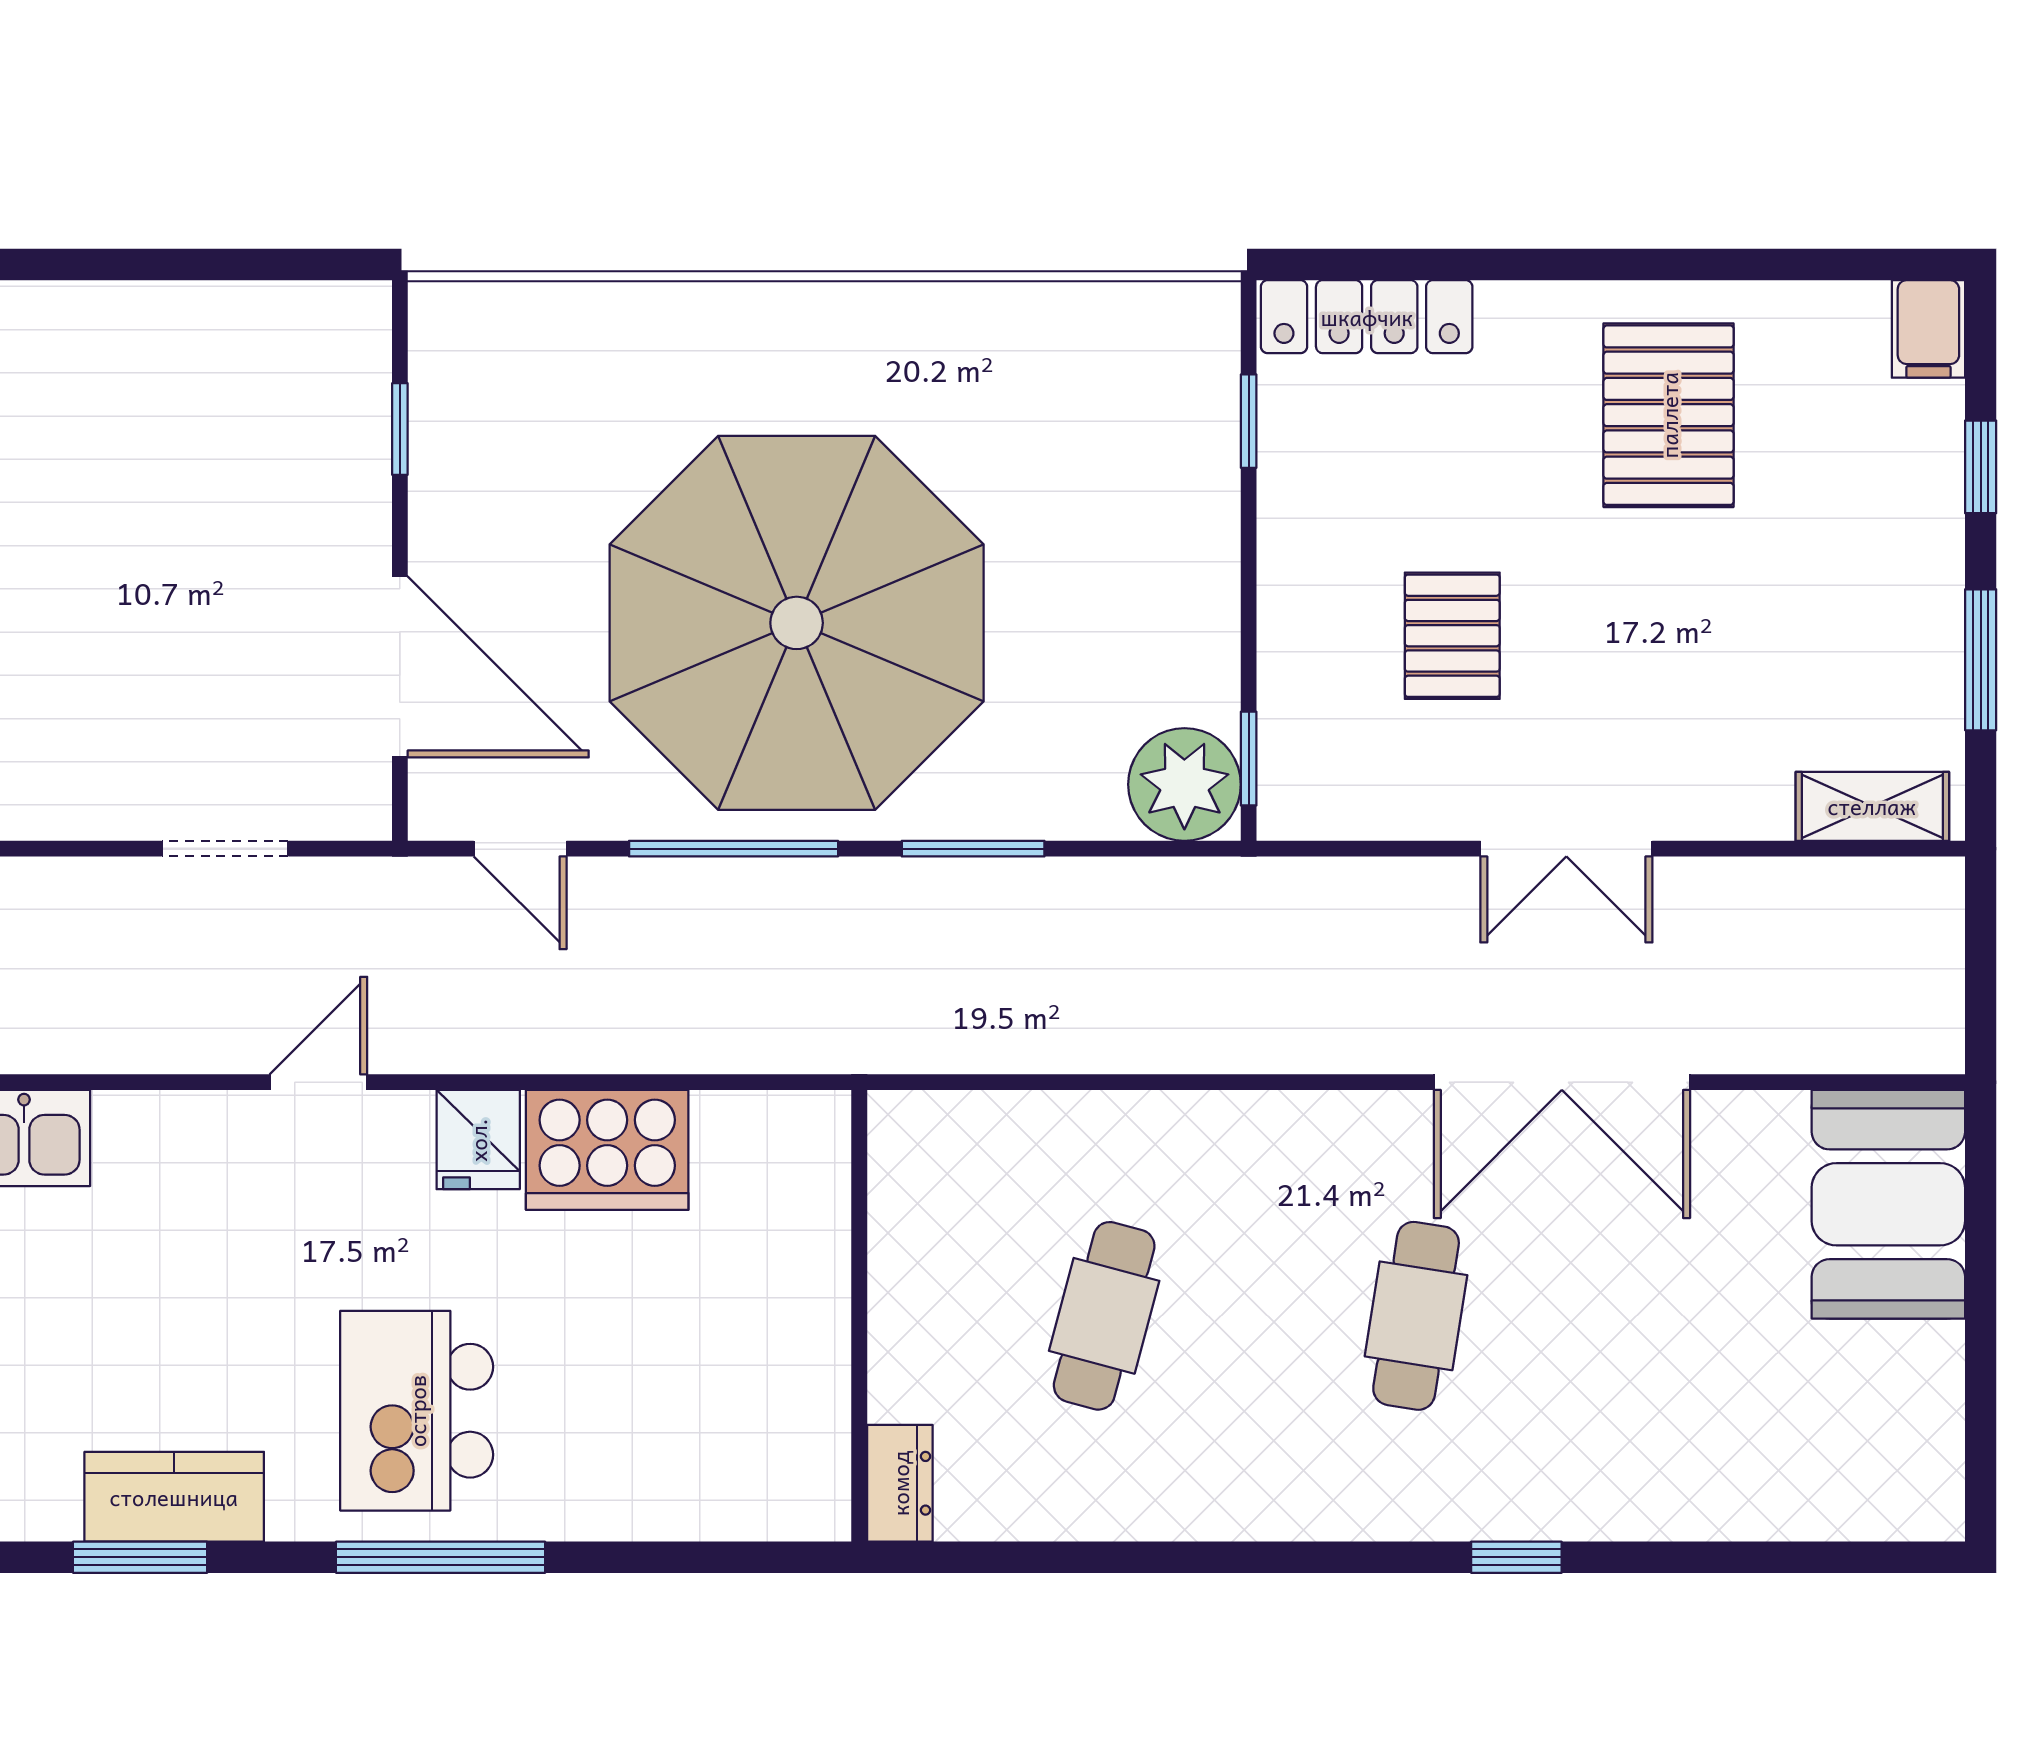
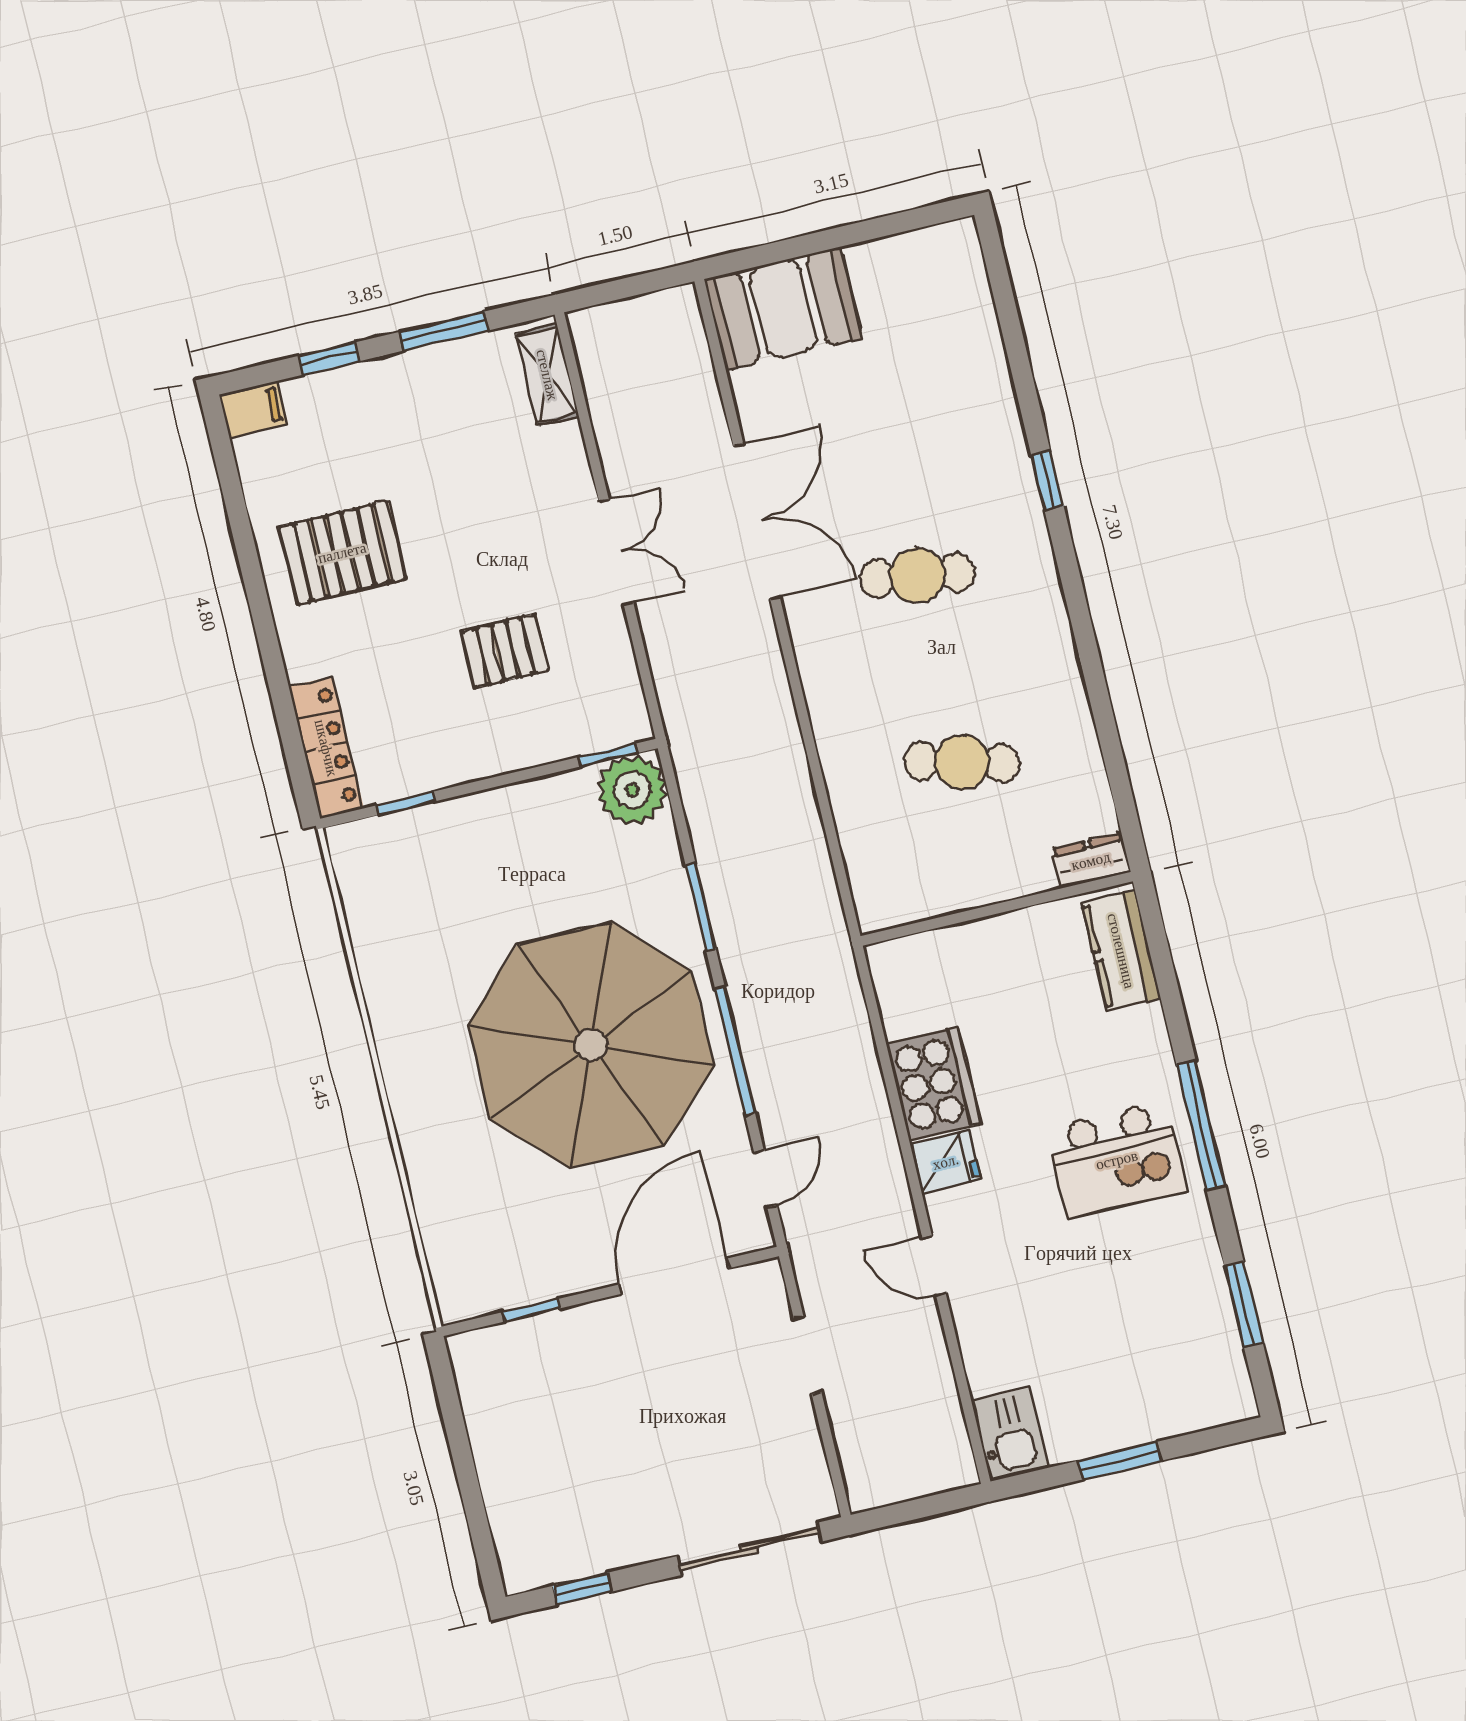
kitchen counter: (174, 1497) -> (1121, 951), moved

